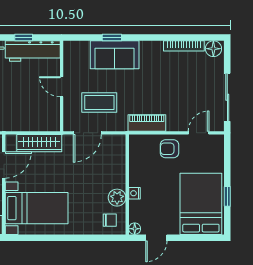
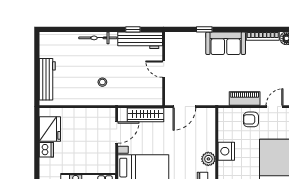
sofa: (115, 55) -> (226, 43), moved
coffee table: (99, 103) -> (194, 82), removed
piano: (147, 123) -> (245, 99), moved
nightstand: (134, 193) -> (226, 151), width x1.89, depth x1.79

